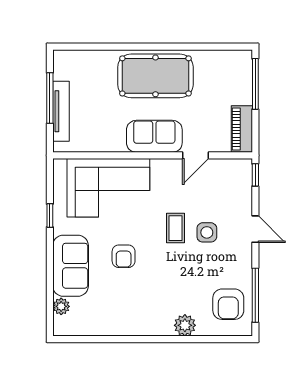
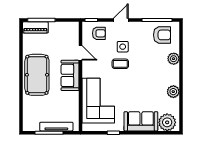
piano: (242, 129) -> (35, 27), moved
armchair: (124, 256) -> (99, 33), moved
plant: (61, 306) -> (167, 122), width x1.87, depth x1.87
plant: (125, 325) -> (173, 92), added

